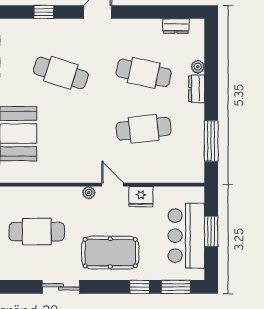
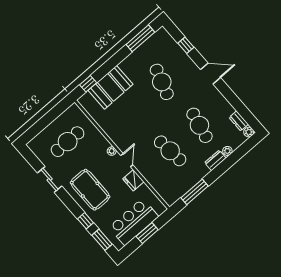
plant: (197, 26) -> (249, 132), added
cafe table: (37, 232) -> (68, 142), turned 90

